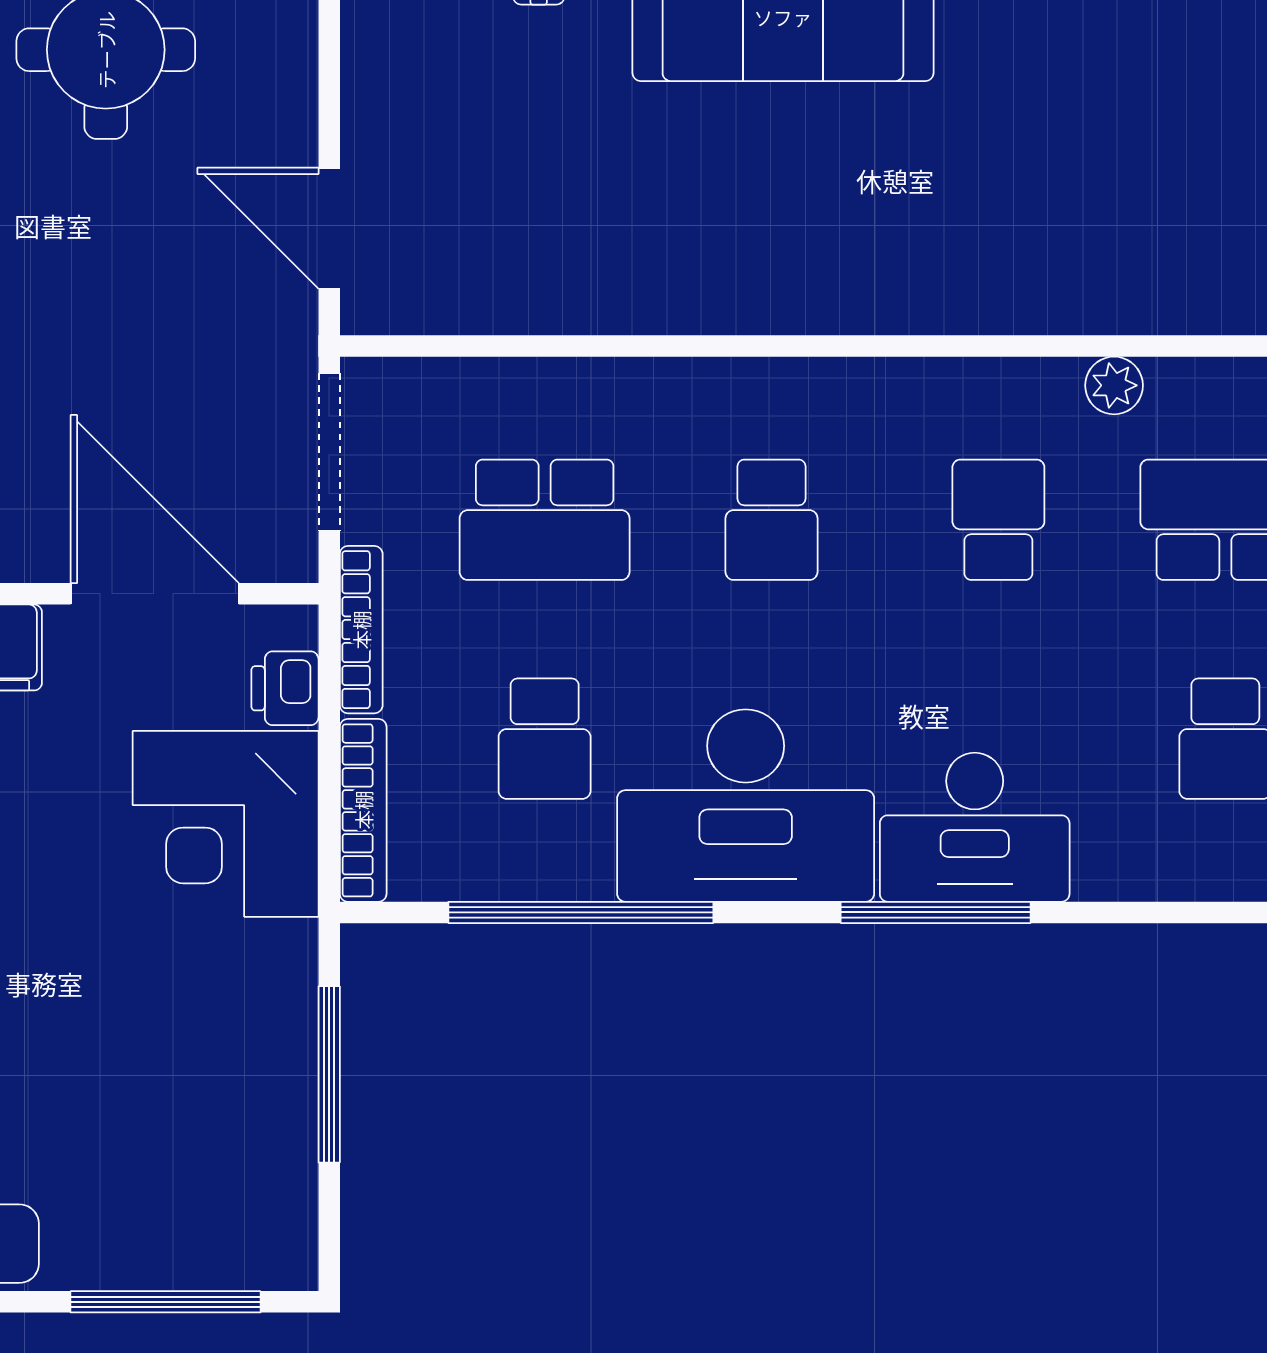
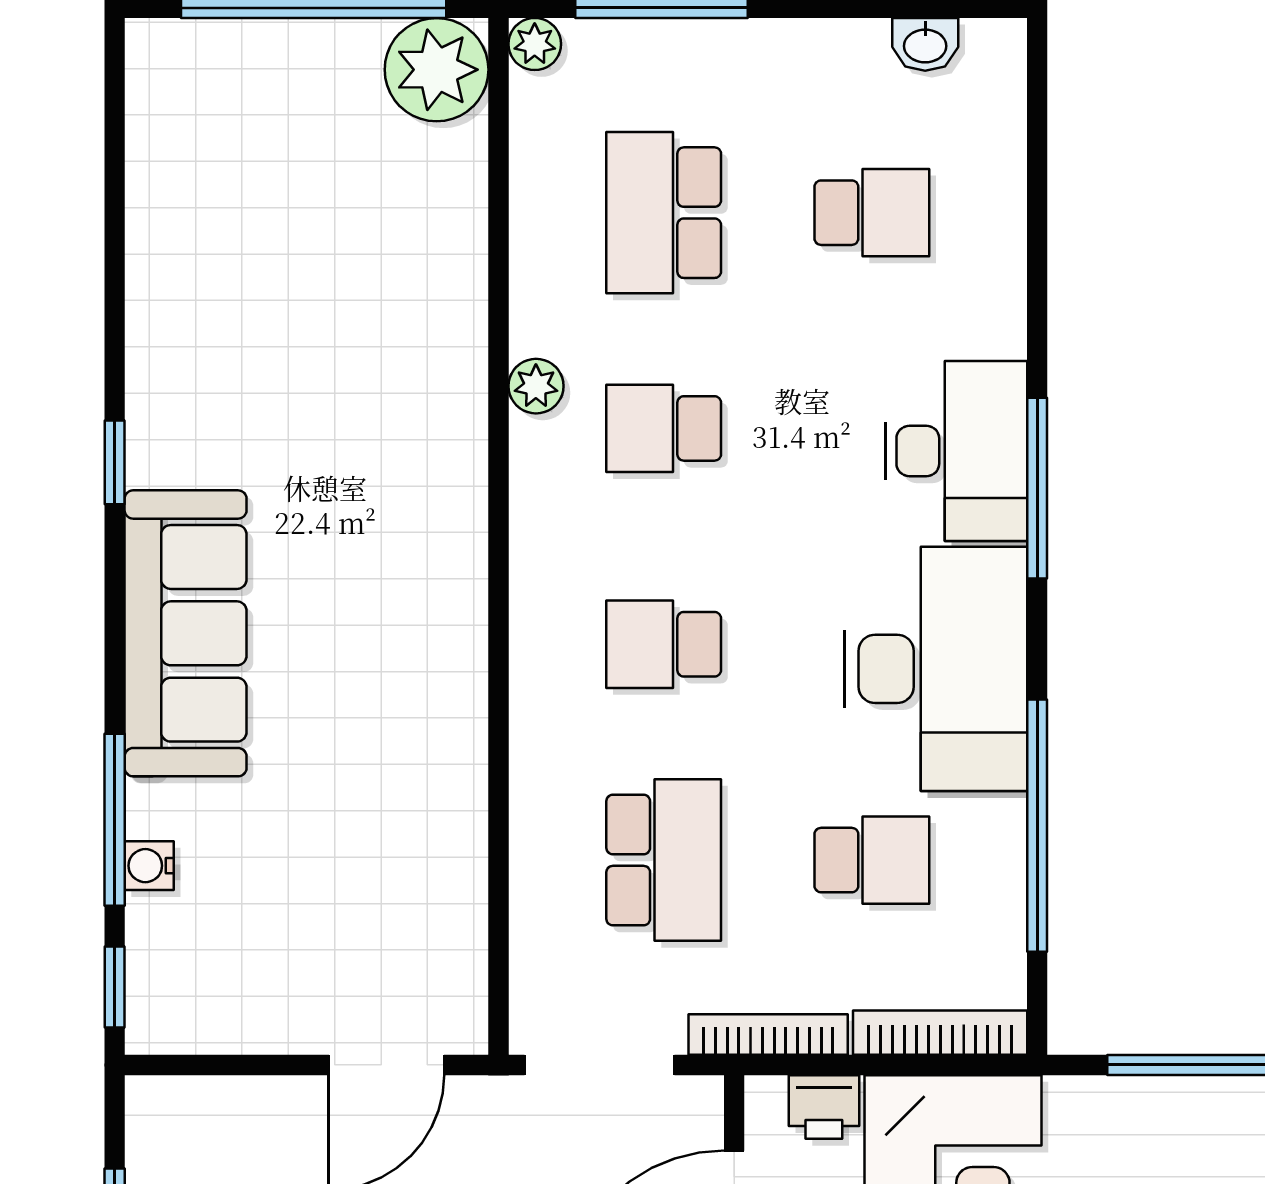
plant: (1114, 385) -> (536, 386), moved
school desk: (771, 520) -> (664, 644), turned 180

